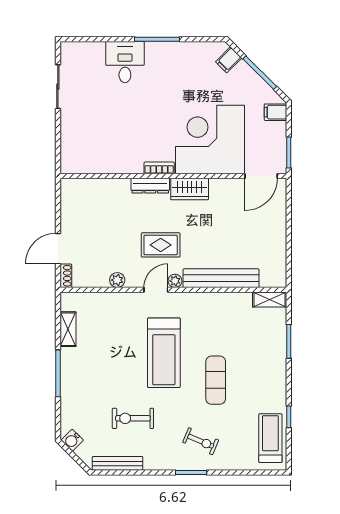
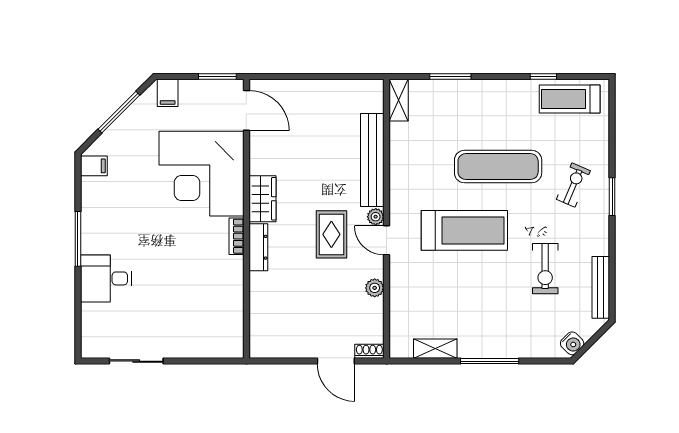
filing cabinet: (229, 60) -> (94, 166), moved, turned -45
exercise mat: (216, 380) -> (498, 167), width x1.36, depth x1.45

